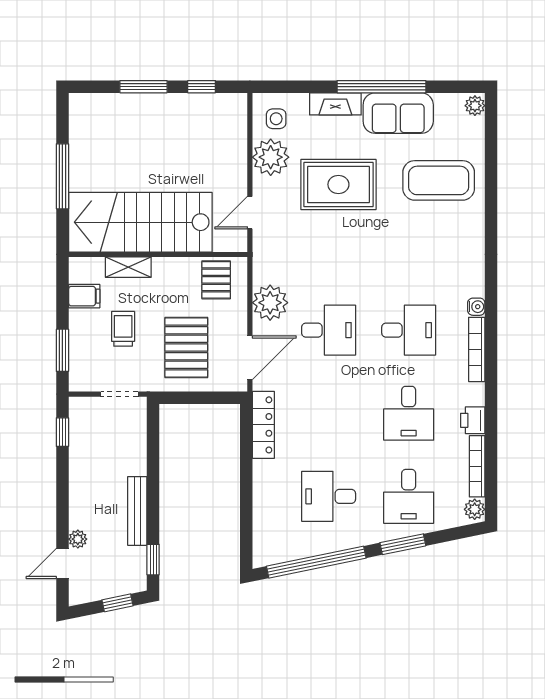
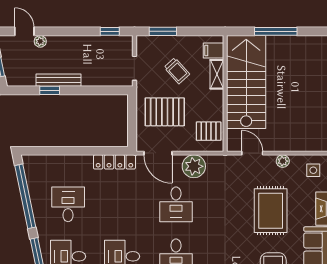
plant: (271, 157) -> (283, 161), width x0.53, depth x0.53
filing cabinet: (84, 296) -> (213, 50), moved, turned 90
trolley: (123, 329) -> (177, 71), turned 48
window: (153, 560) -> (50, 90), moved

